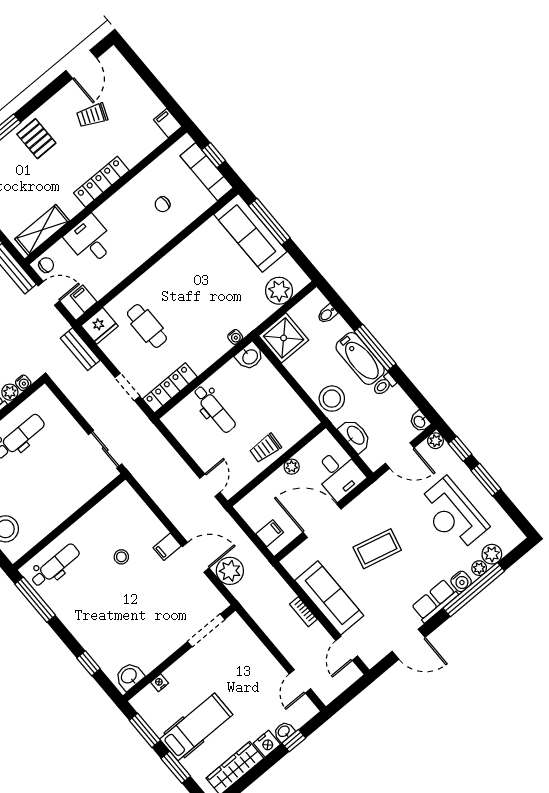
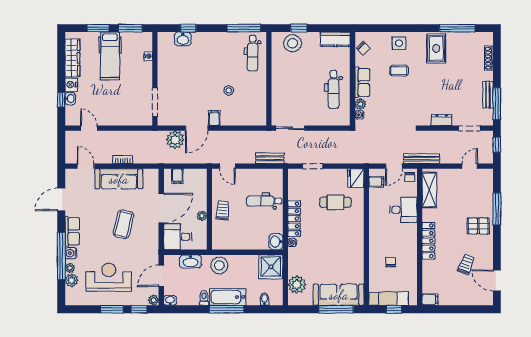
bench: (80, 349) -> (270, 158), moved
locker: (170, 388) -> (294, 219), moved
washbasin: (129, 676) -> (183, 39), moved, turned 90

